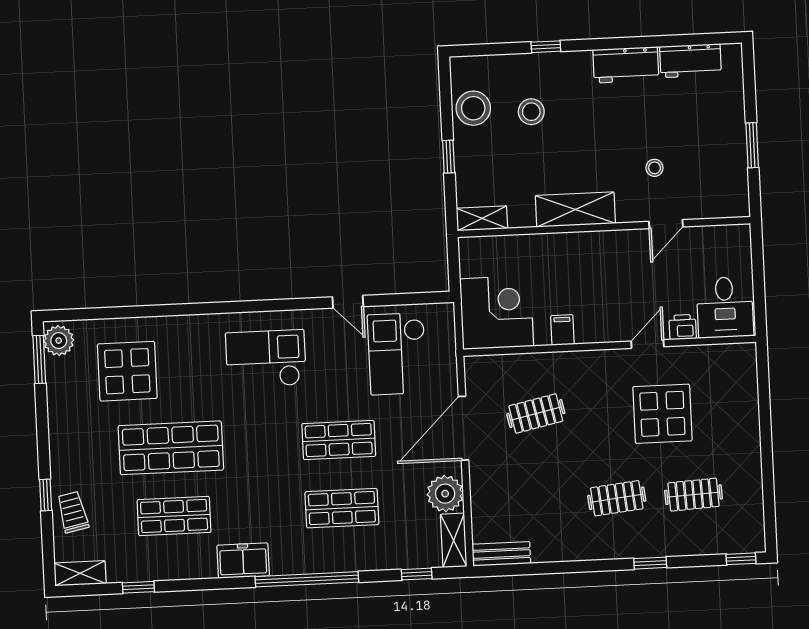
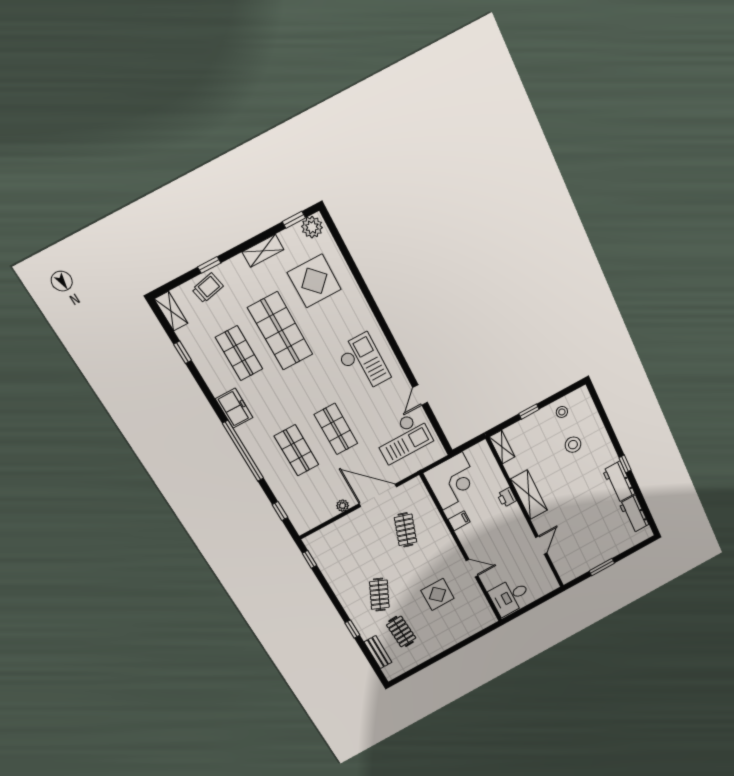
window: (546, 47) -> (625, 464), moved
stool: (473, 108) -> (562, 412), width x0.53, depth x0.53
stool: (655, 168) -> (569, 524), removed
door: (666, 224) -> (541, 545), swing flipped
printer: (683, 327) -> (507, 497), moved, turned 180
checkout: (397, 354) -> (403, 438), turned 180
window: (39, 359) -> (294, 220), width x0.67
clothes rail: (536, 414) -> (406, 530), turned 30
display table: (662, 414) -> (438, 594), width x0.73, depth x0.73
plant: (445, 494) -> (343, 506), width x0.53, depth x0.53
clothes rail: (617, 498) -> (379, 595), turned 30
shelving: (454, 540) -> (263, 251), moved
bench: (501, 554) -> (378, 652), moved
window: (741, 559) -> (310, 559), moved

